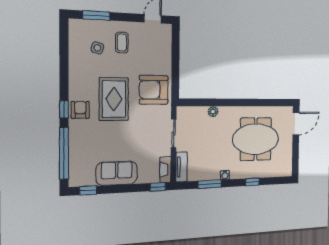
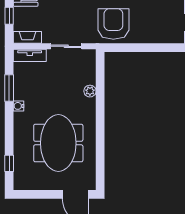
window: (252, 182) -> (9, 163), moved
window: (158, 187) -> (9, 16), moved

